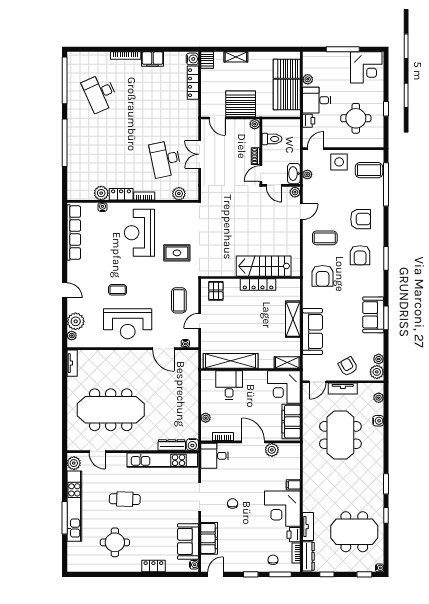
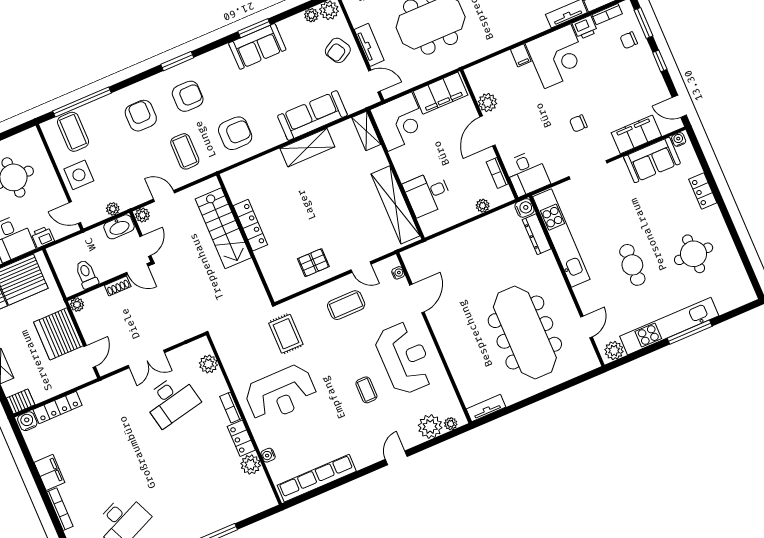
stairs: (264, 266) -> (223, 228), moved
wall: (250, 277) -> (245, 239), moved
locker: (258, 285) -> (250, 225), moved

